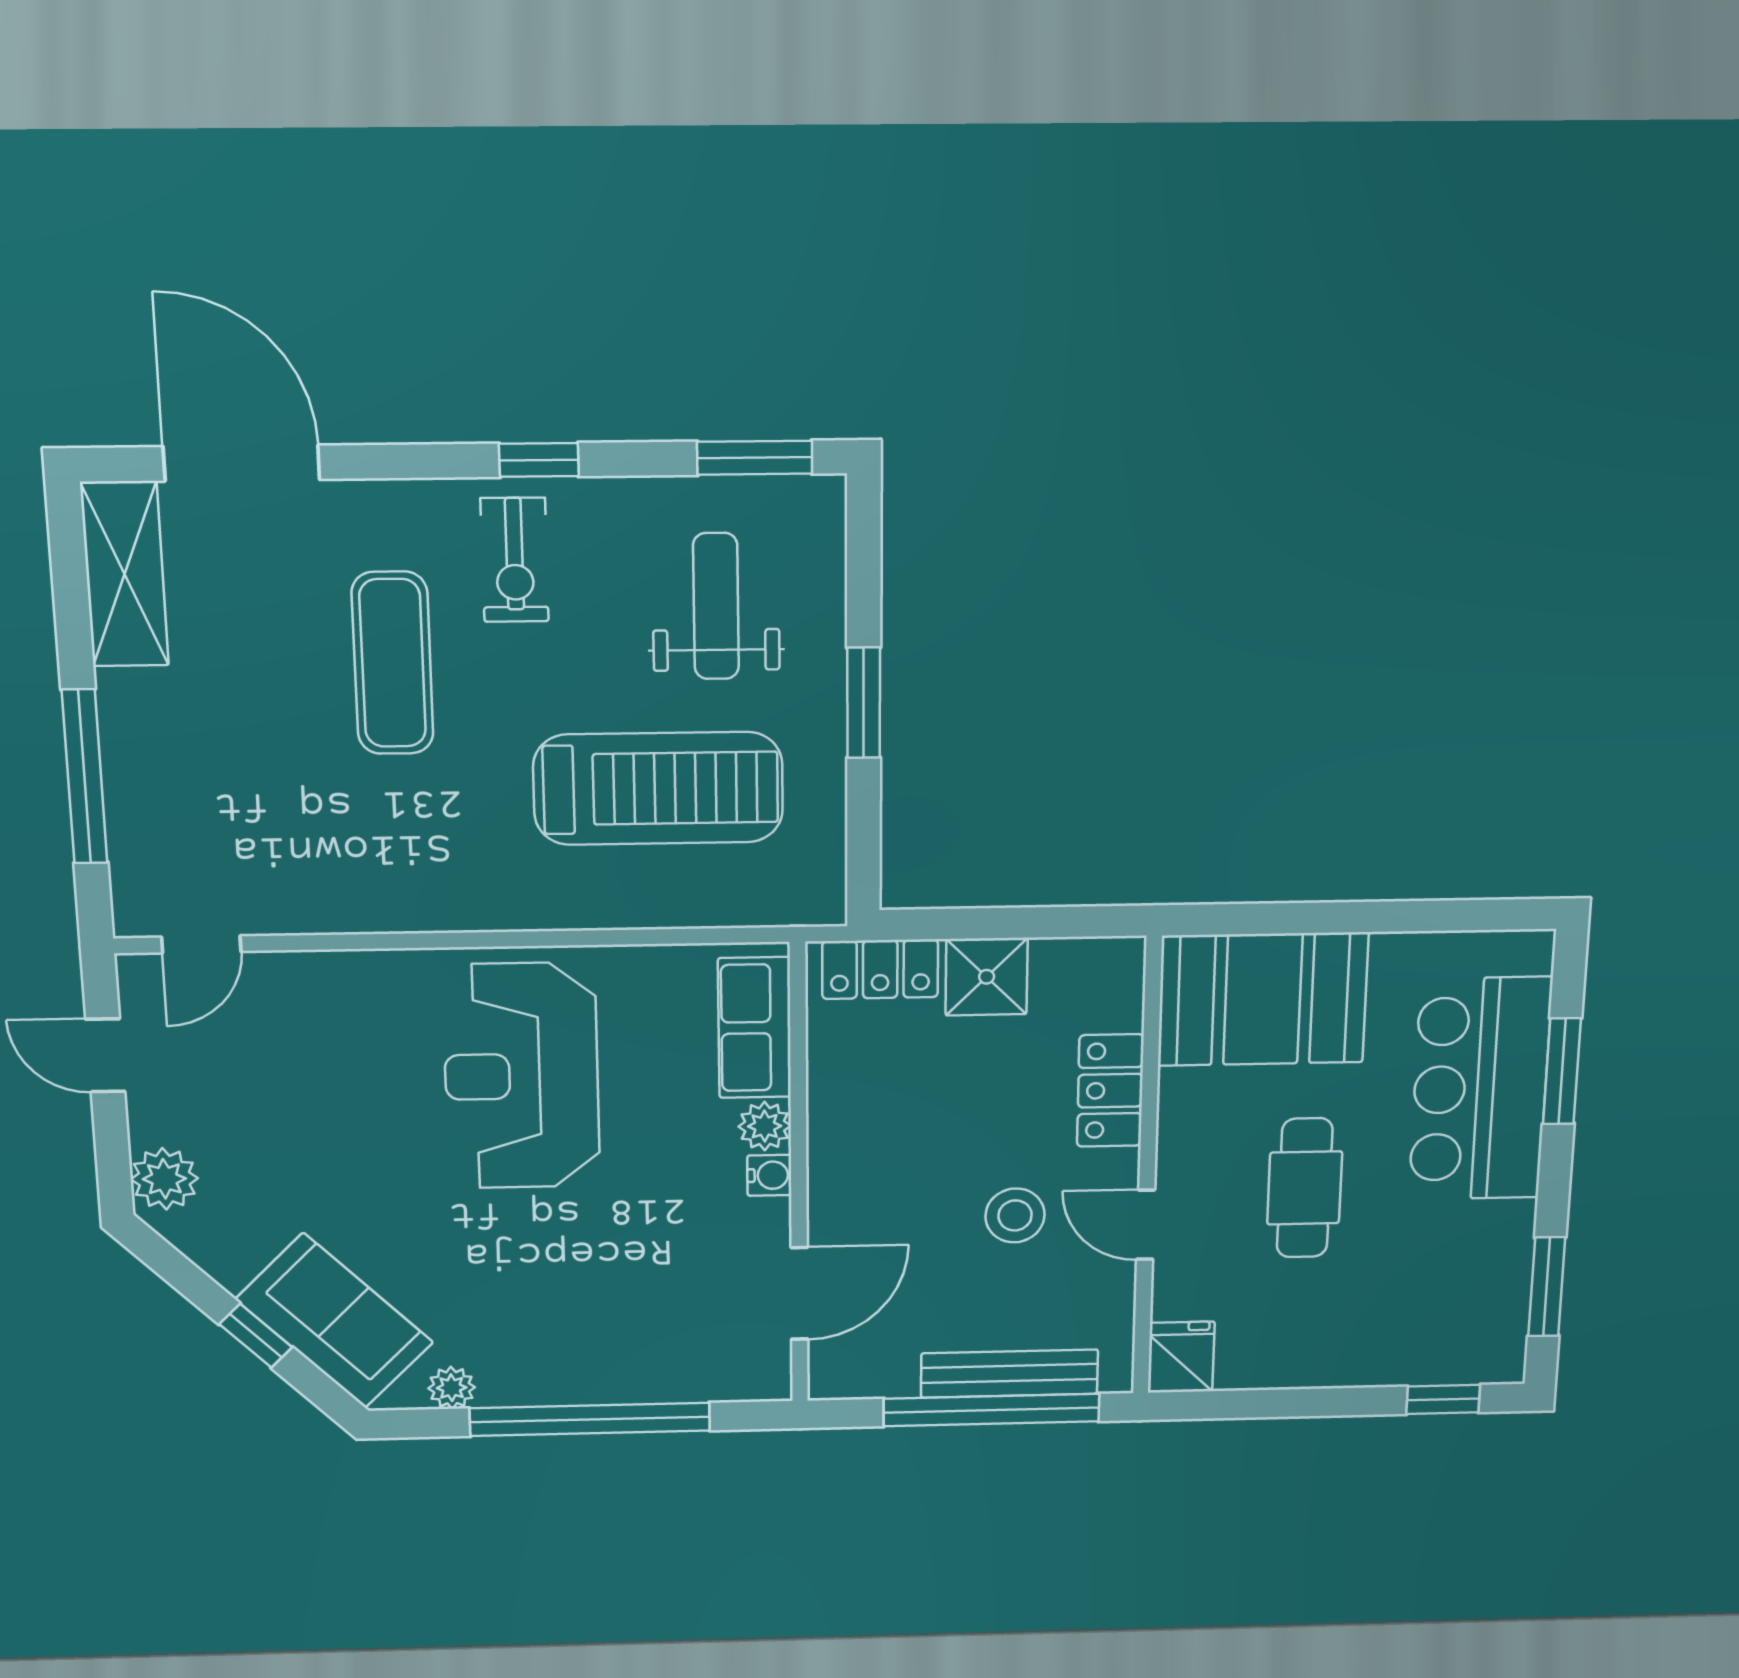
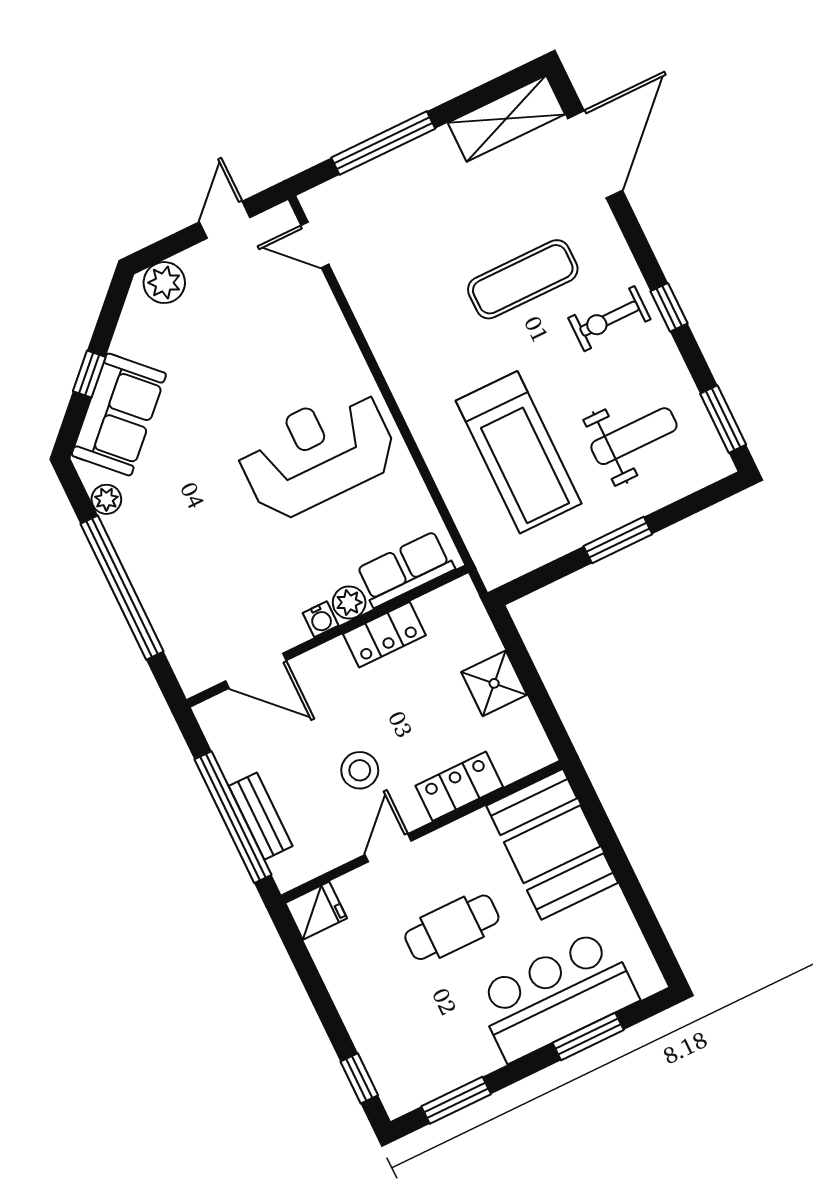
locker: (880, 969) -> (384, 635), moved, turned -90
bench: (1009, 1374) -> (261, 816), width x0.73

